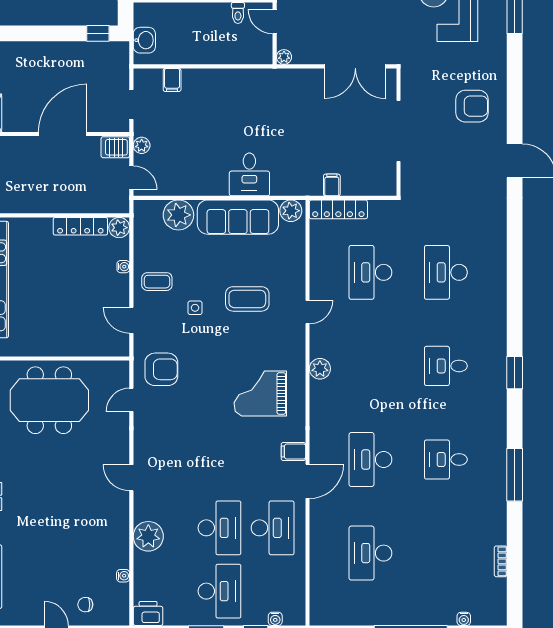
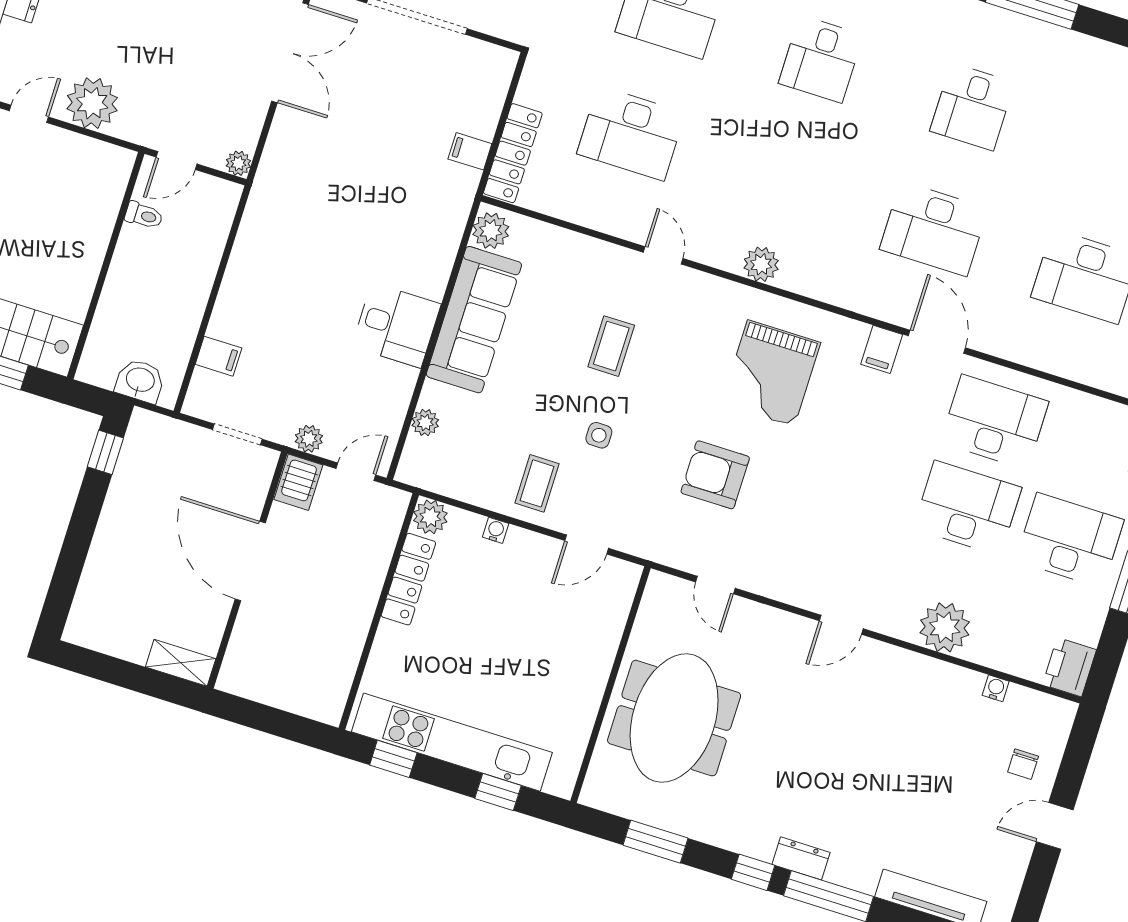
desk: (249, 174) -> (396, 325), moved
plant: (178, 215) -> (425, 423), width x0.53, depth x0.53
coffee table: (247, 299) -> (611, 346), width x0.73, depth x0.77
armchair: (161, 369) -> (715, 475), moved, turned -90

